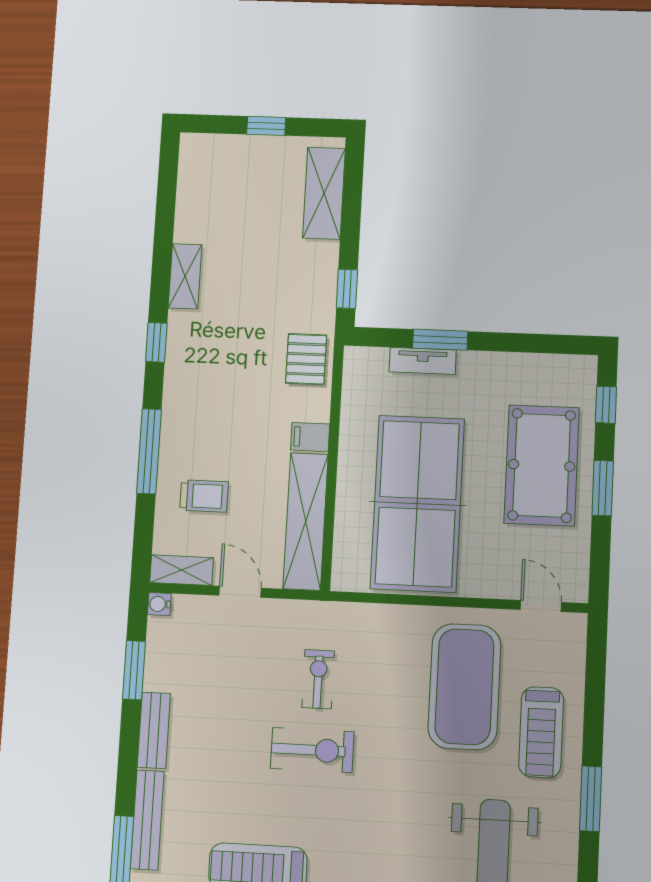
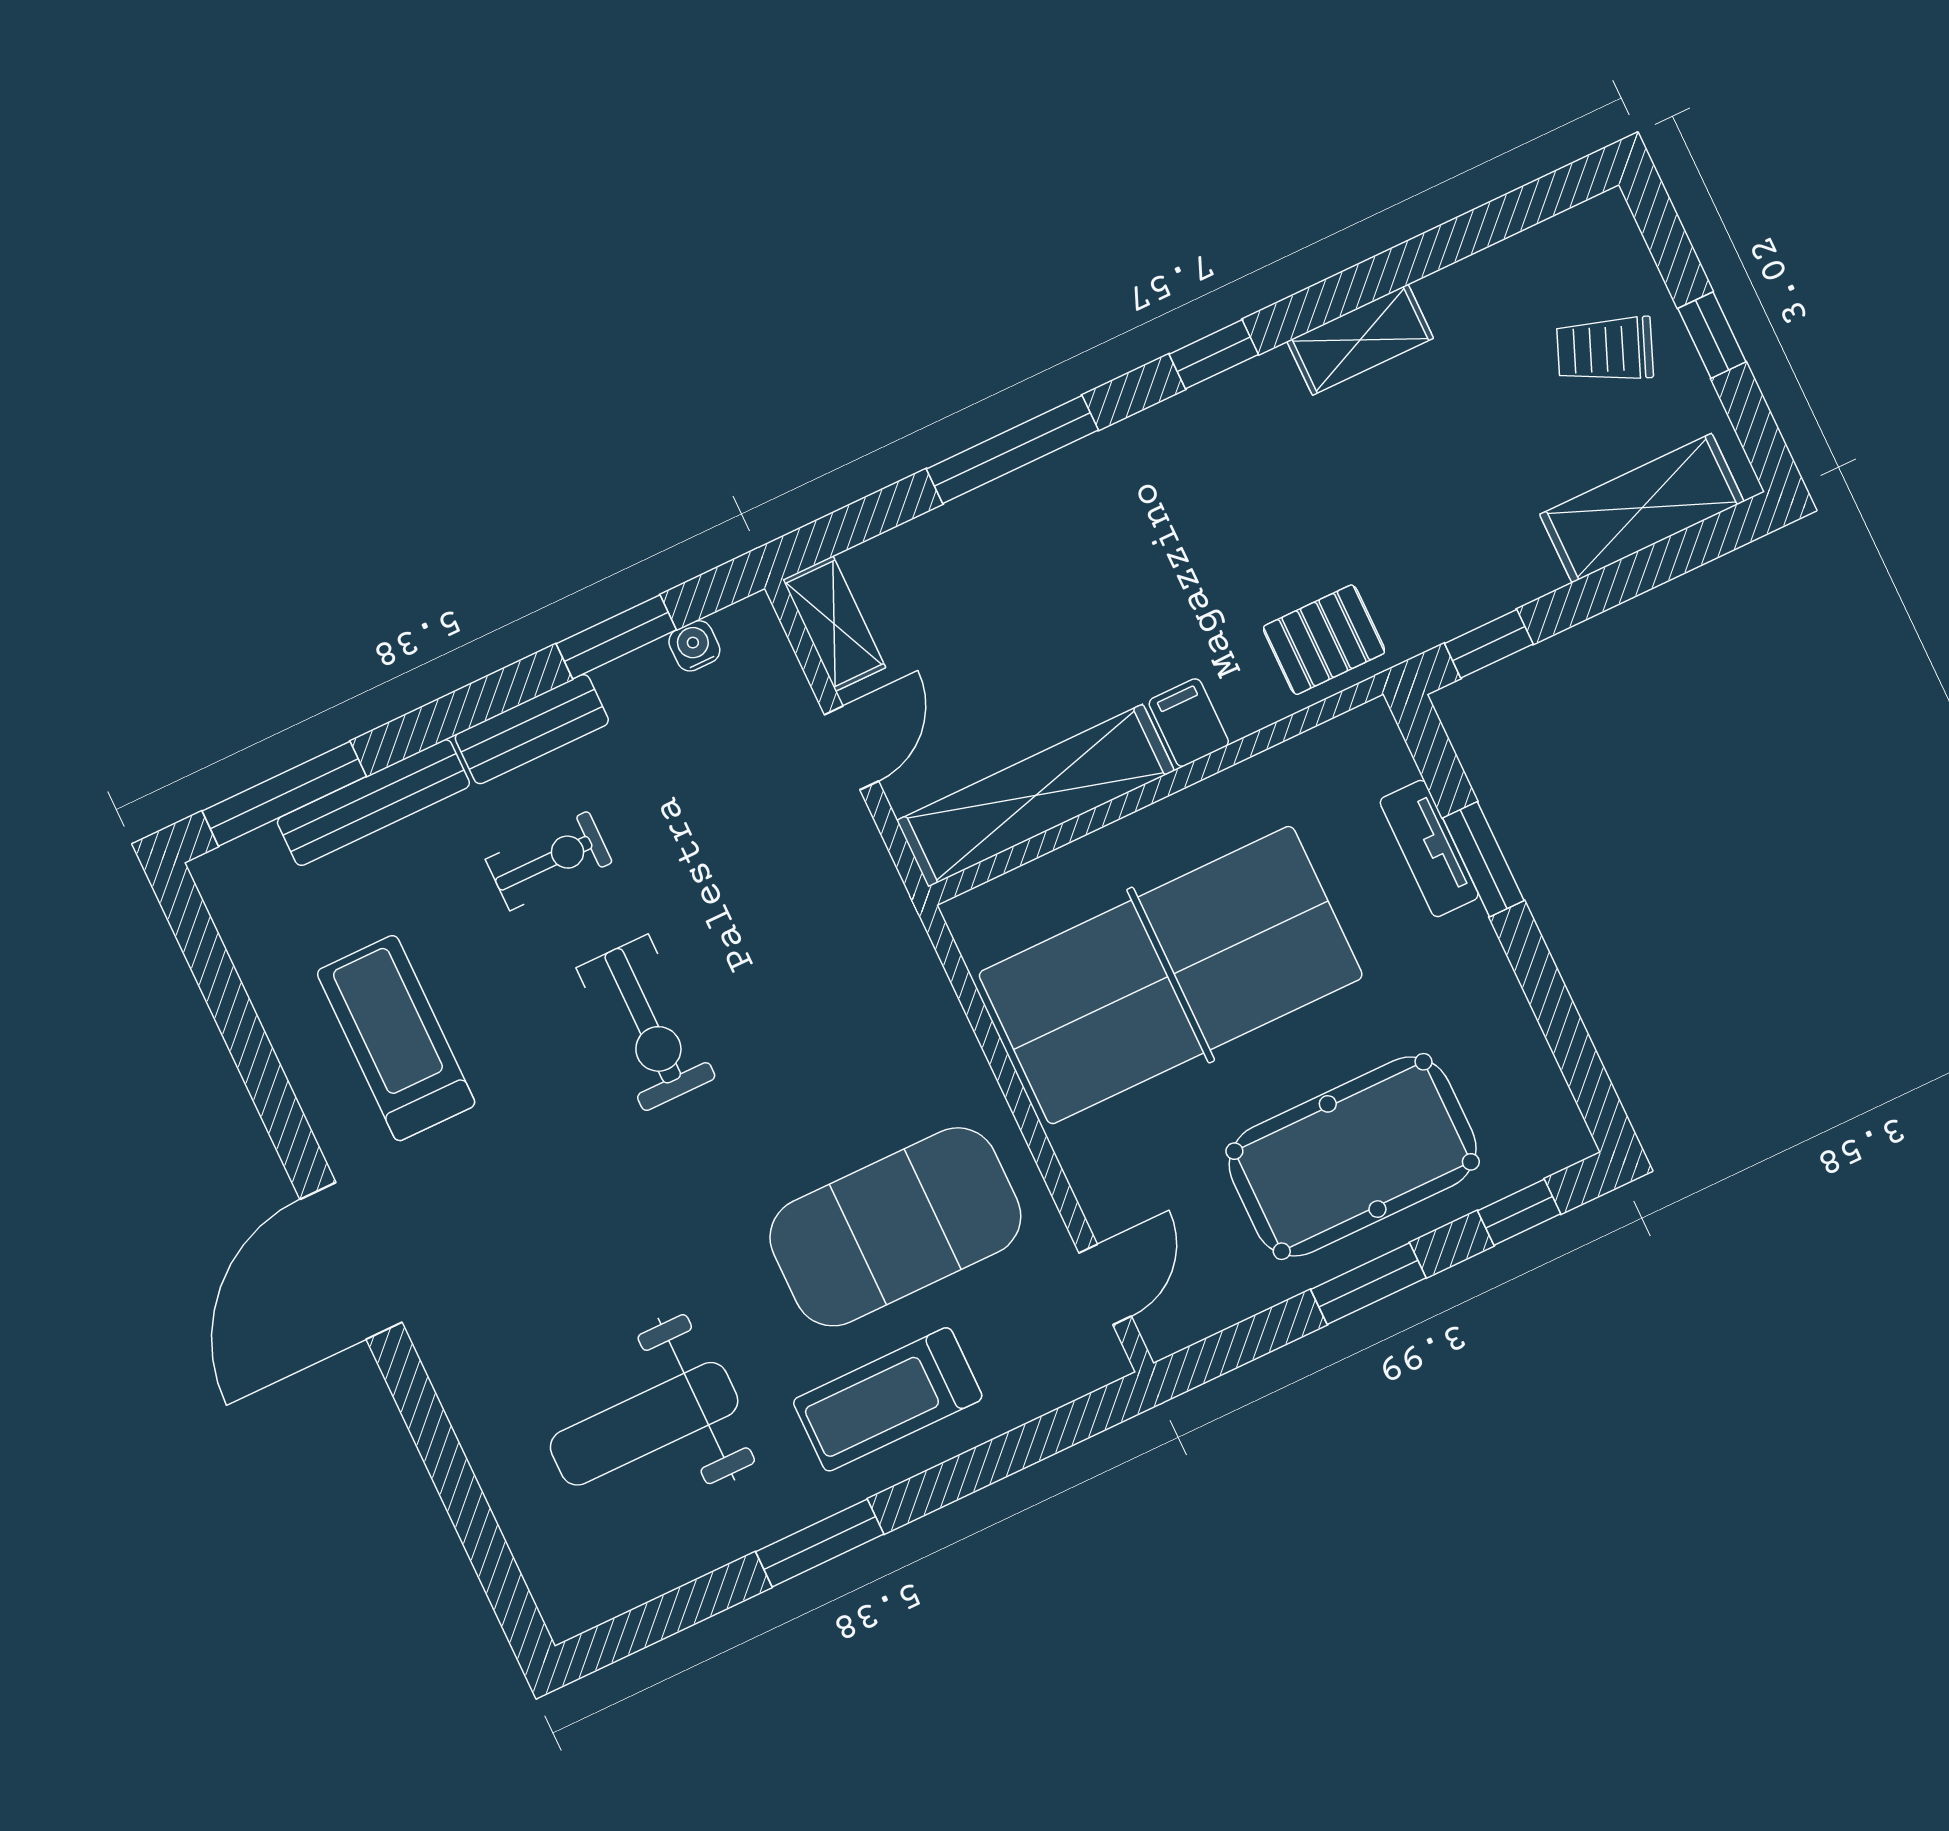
trolley: (204, 496) -> (1605, 349), moved, turned 112
water cooler: (159, 604) -> (694, 646), moved
exercise bike: (318, 679) -> (549, 861), moved

